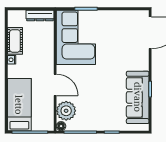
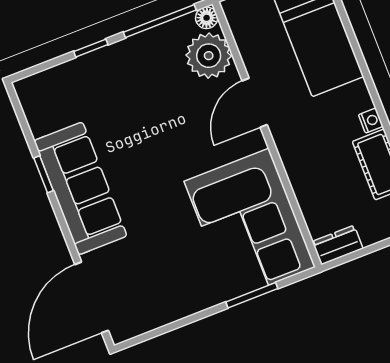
dresser: (40, 15) -> (338, 245), width x0.70
door: (55, 85) -> (255, 103), hinge flipped
sofa: (138, 97) -> (80, 188), moved

